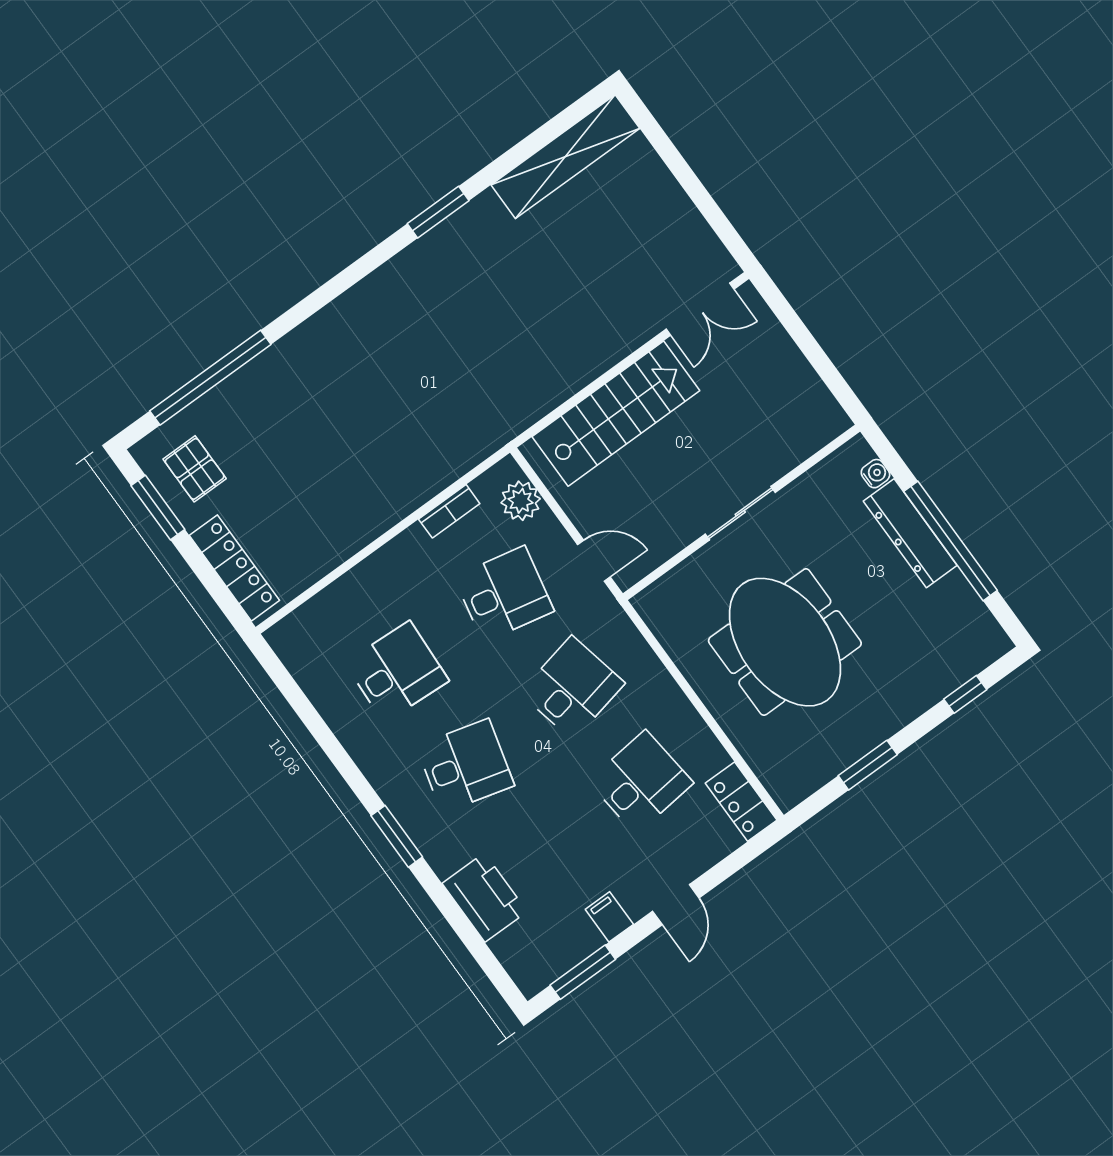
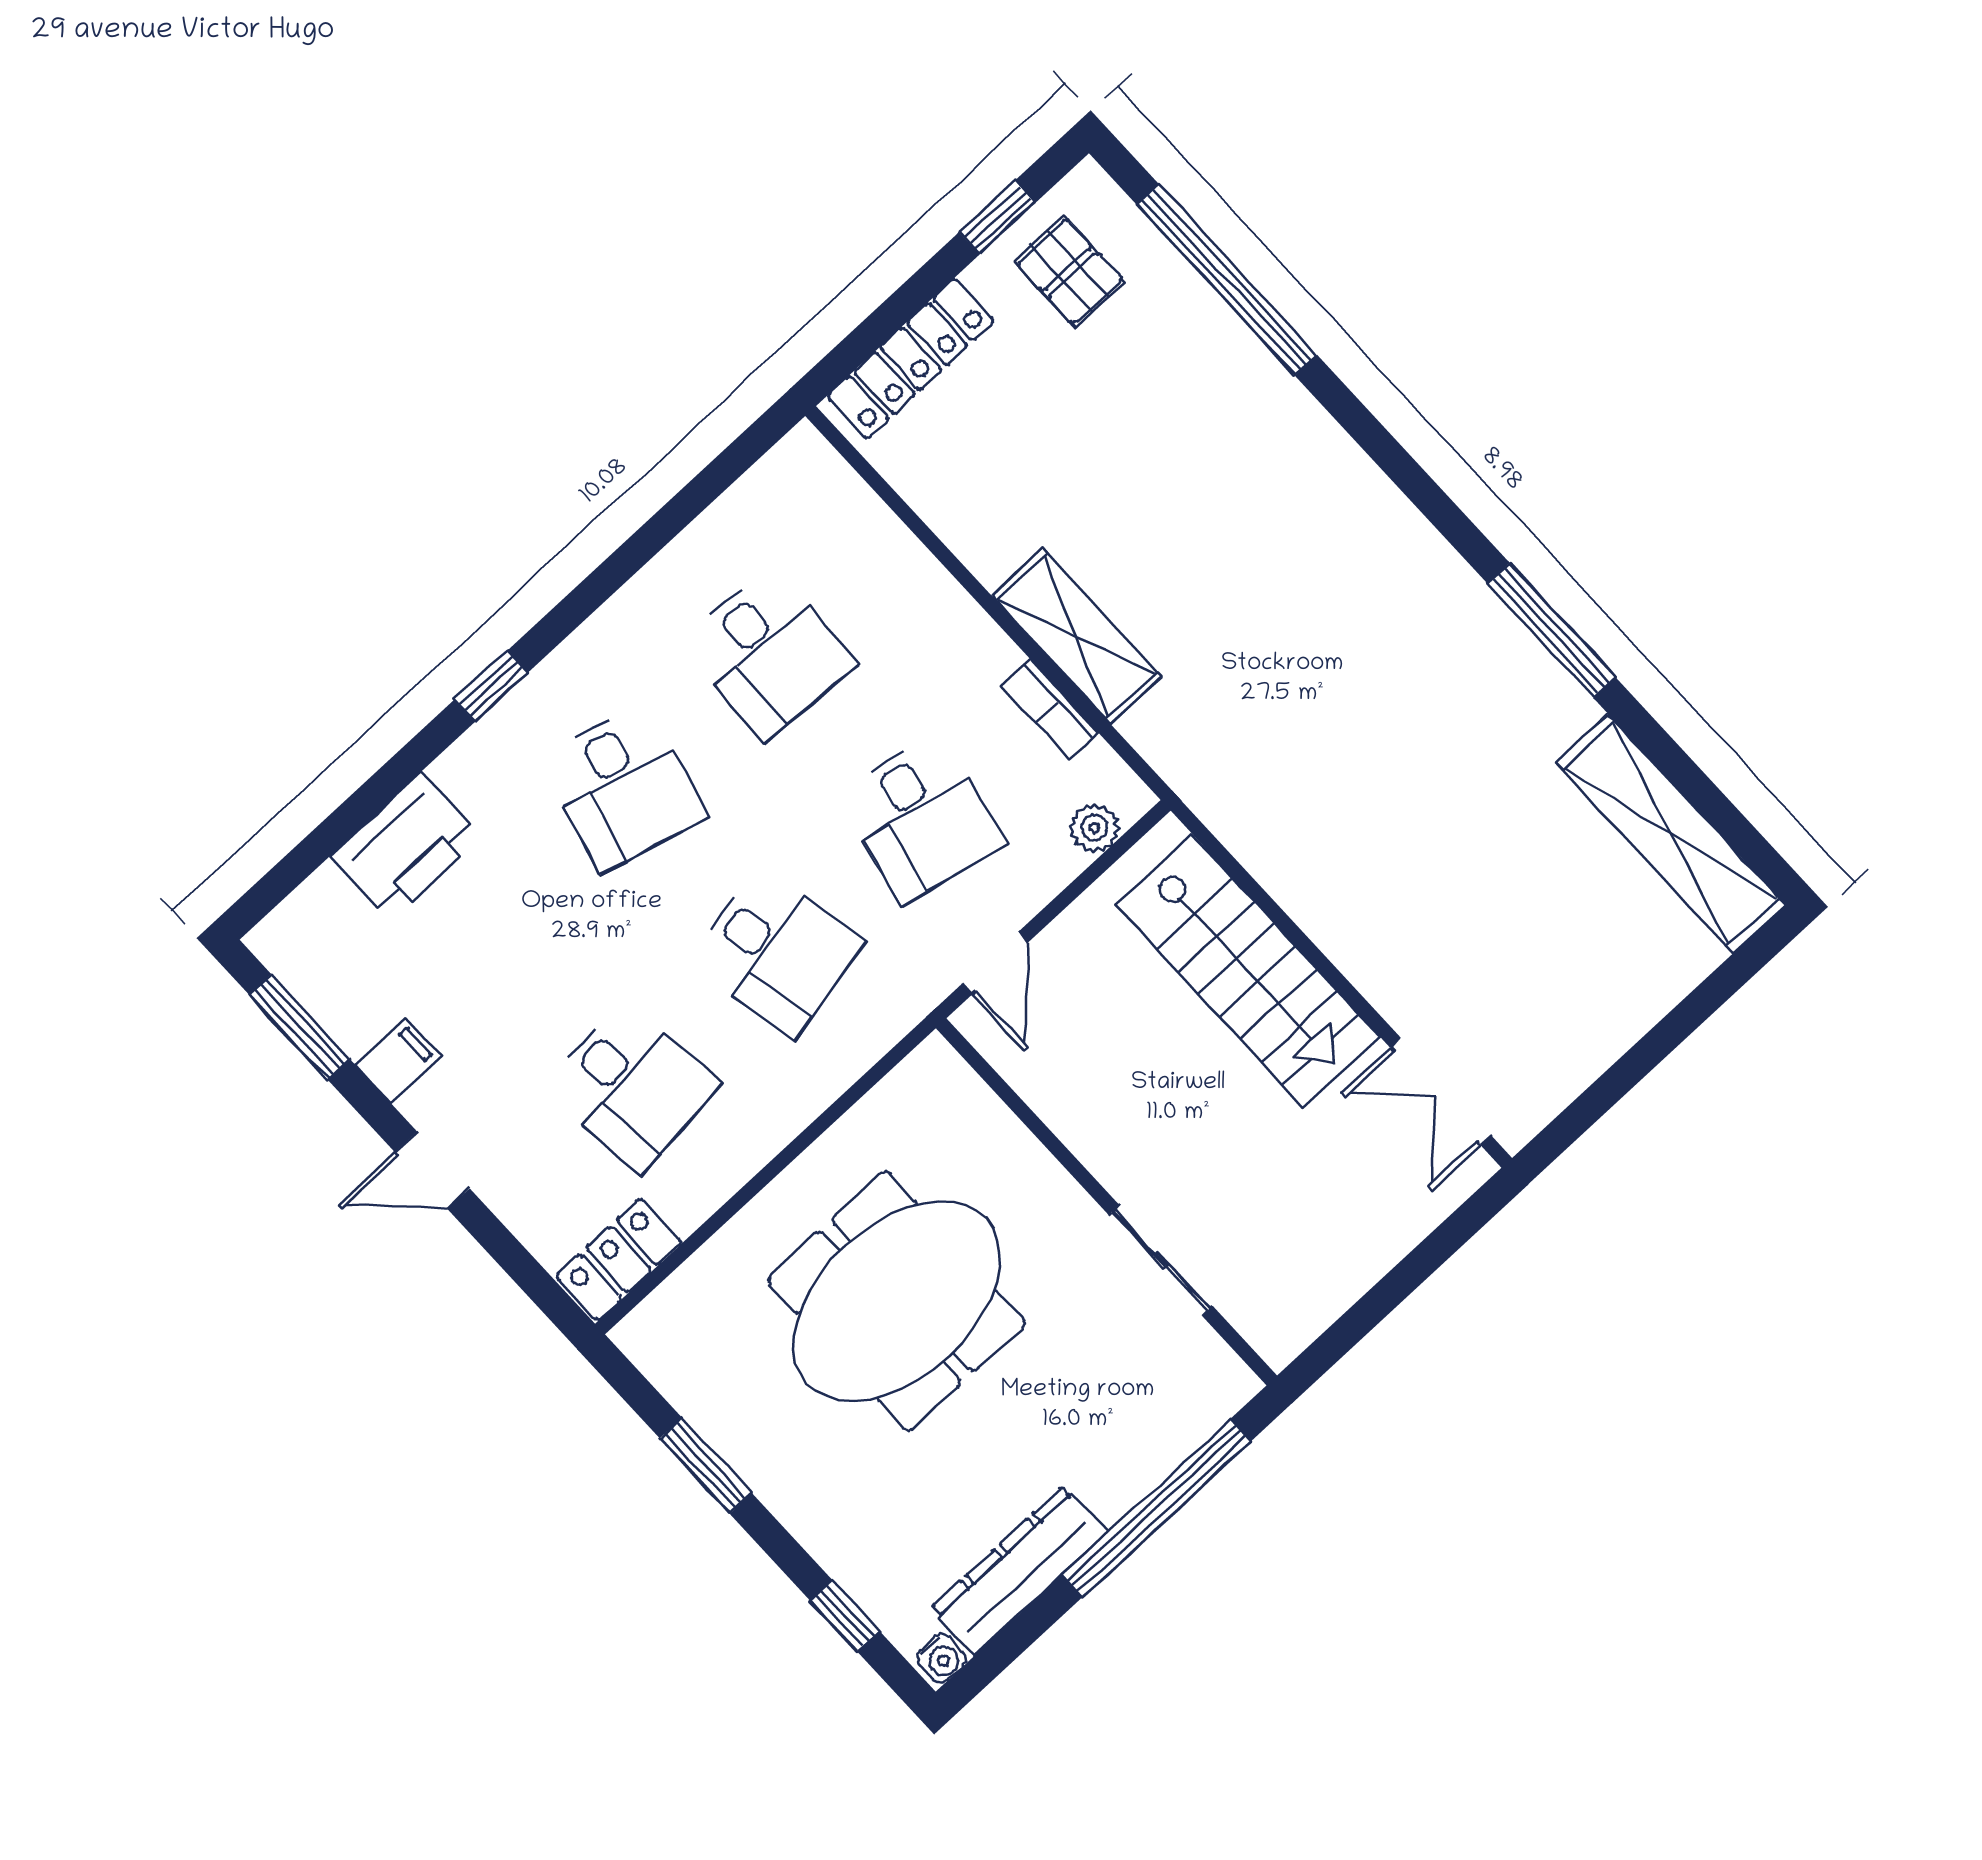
window: (438, 212) -> (1552, 630), width x1.44
pallet: (195, 469) -> (1070, 272), turned 90
water cooler: (875, 474) -> (941, 1658), moved
shelving: (408, 490) -> (1077, 636), added
plant: (521, 501) -> (1095, 828), width x0.73, depth x0.73
window: (158, 508) -> (997, 218), width x0.67
sliding door: (740, 513) -> (1161, 1261), moved
dresser: (910, 533) -> (1019, 1571), moved
window: (951, 541) -> (1157, 1508), moved
window: (397, 836) -> (491, 686), width x0.67

